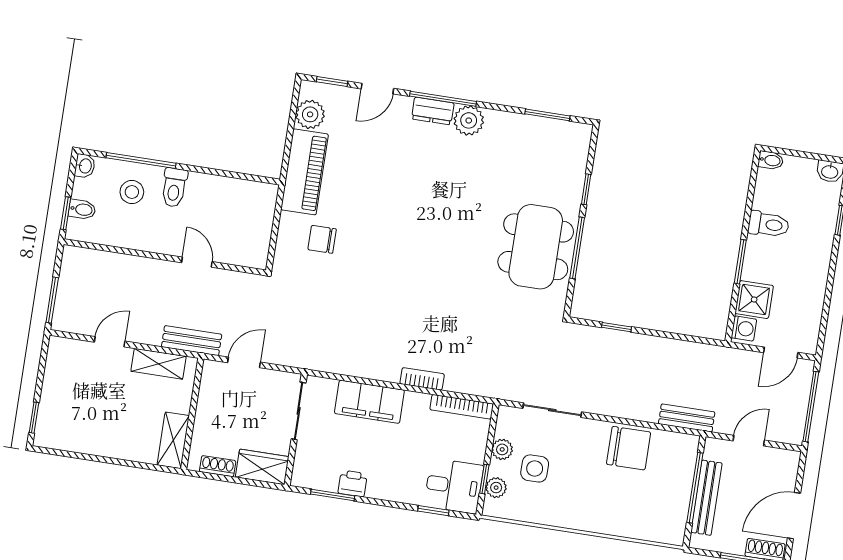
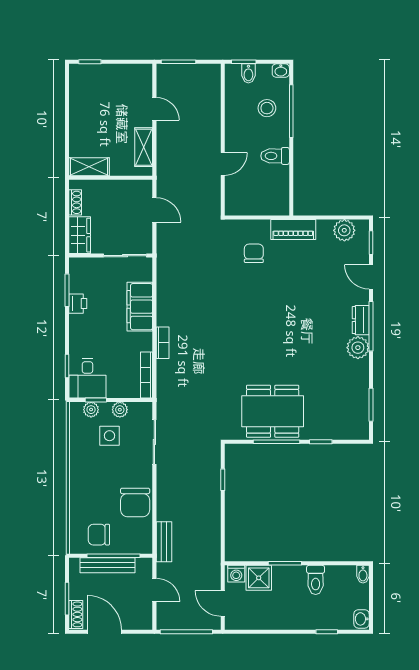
piano: (305, 172) -> (293, 230), width x0.73, depth x0.75
toilet: (174, 188) -> (275, 156), moved
bench: (192, 341) -> (164, 169), removed
chair: (664, 503) -> (99, 535), added

